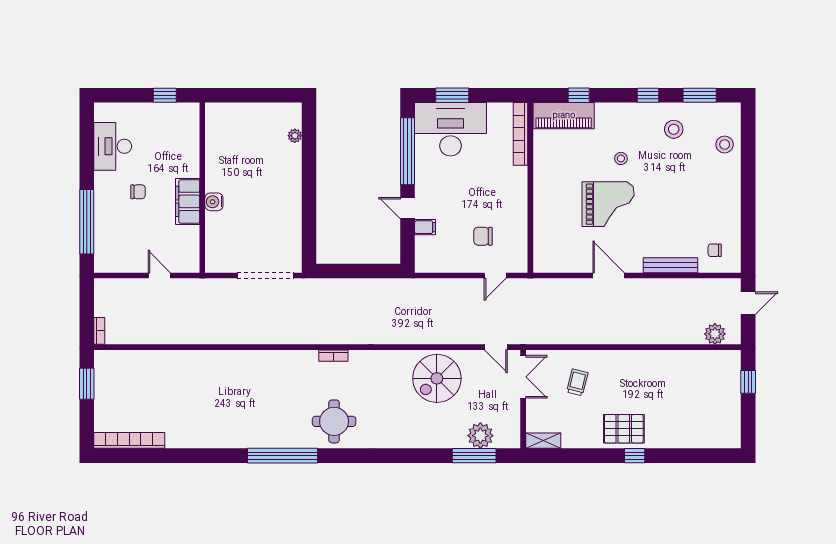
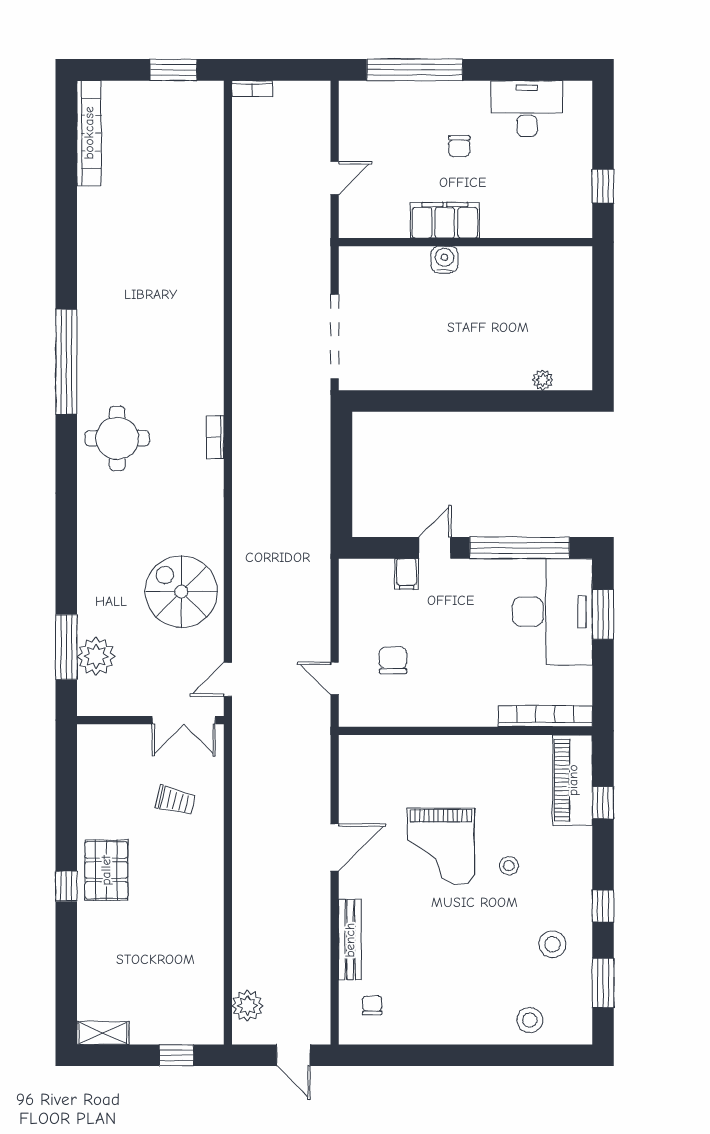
shelving: (543, 441) -> (103, 1033), moved, turned 90

